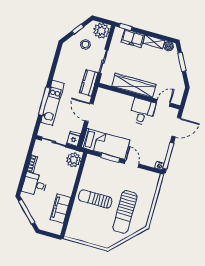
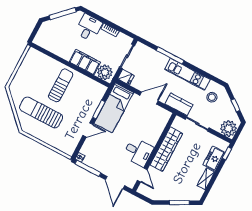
stool: (85, 44) -> (212, 97), moved
boiler: (169, 46) -> (198, 193), removed
kitchen unit: (52, 103) -> (188, 74), moved
filing cabinet: (60, 208) -> (85, 62), moved

